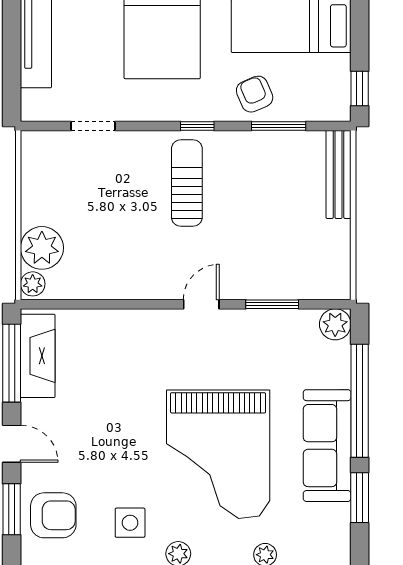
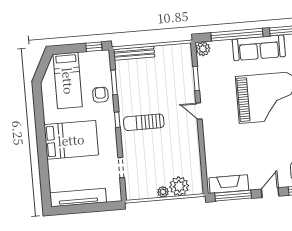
armchair: (255, 94) -> (100, 95), turned 113
plant: (33, 284) -> (163, 192), moved

